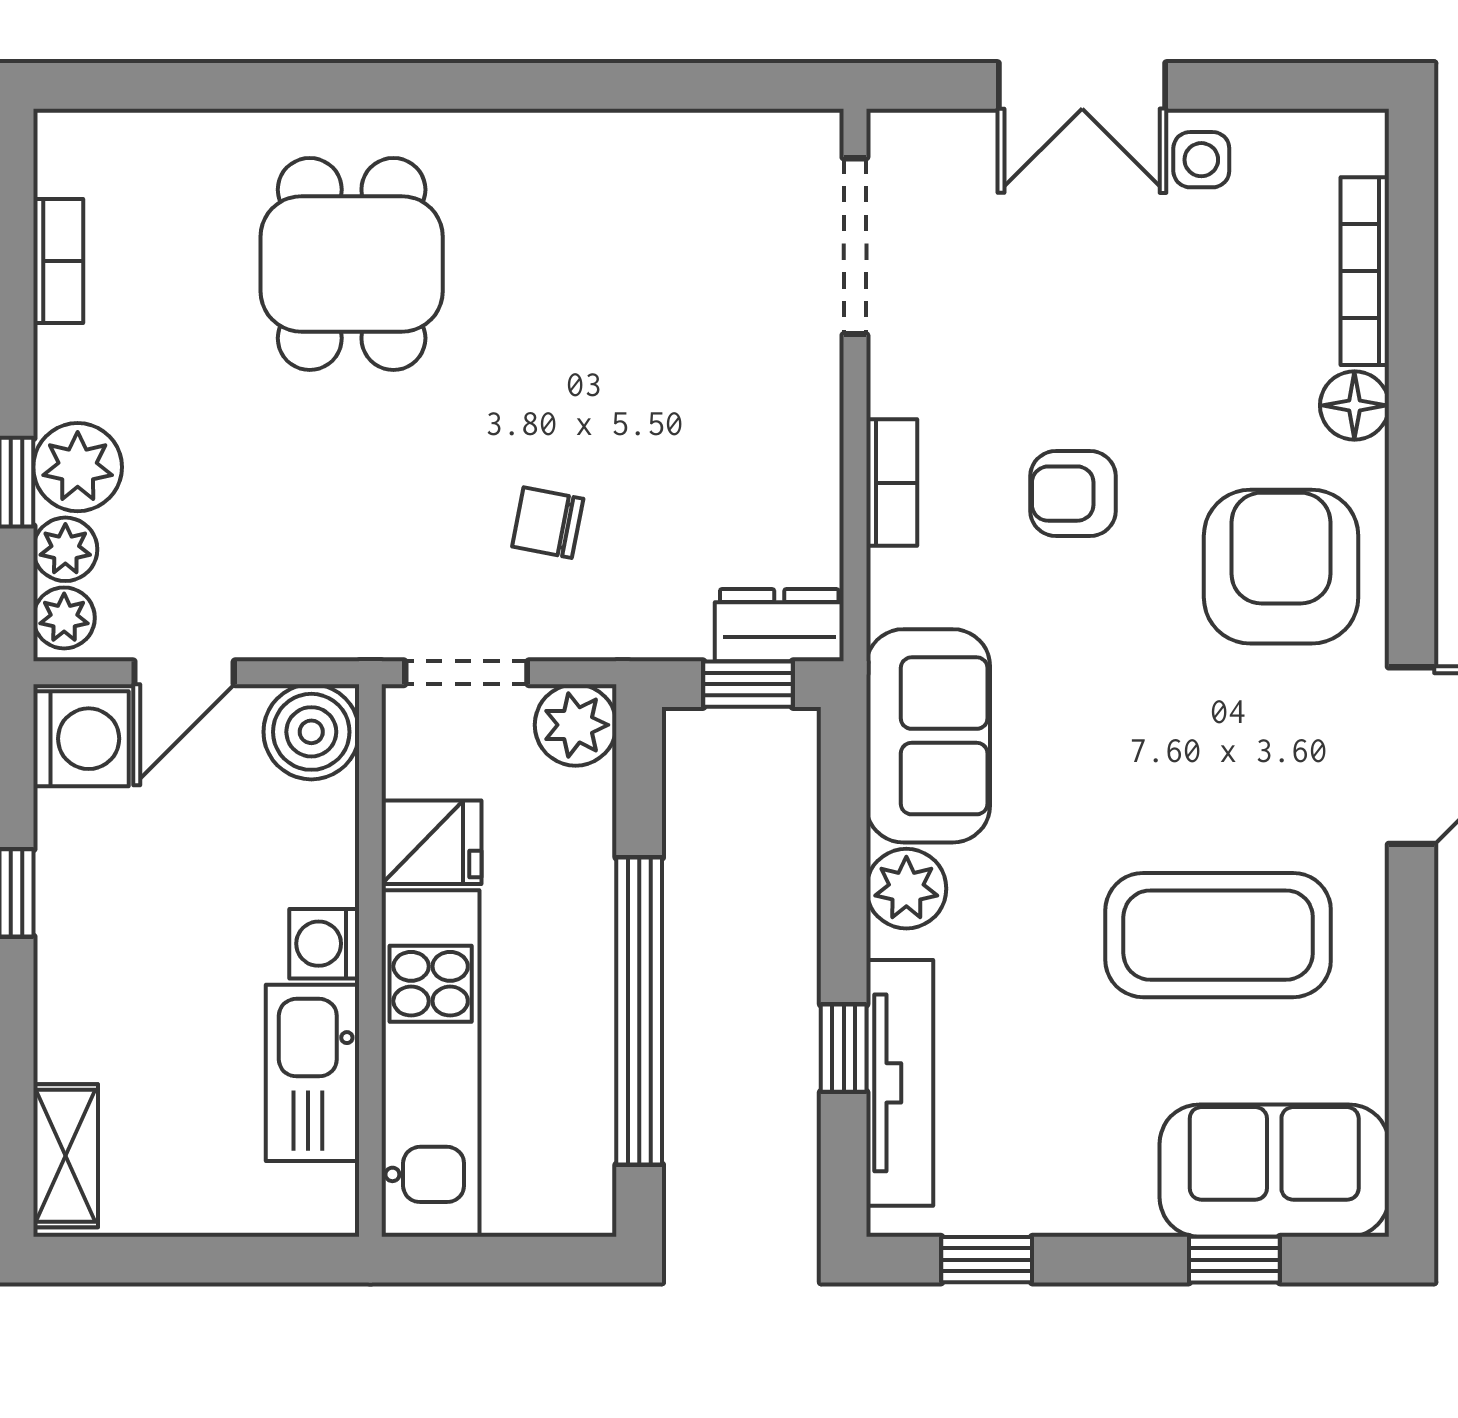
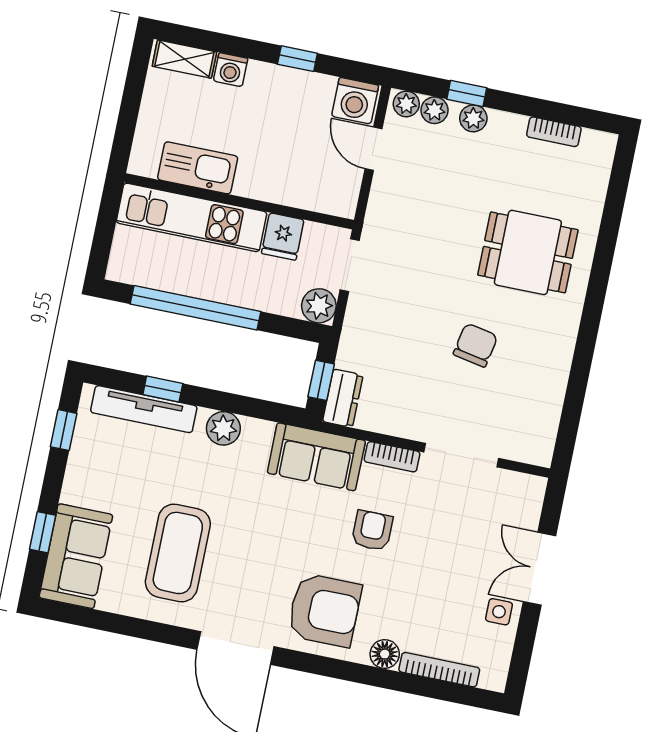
doorway: (855, 246) -> (461, 455), moved
plant: (78, 467) -> (473, 118), width x0.73, depth x0.73
chair: (548, 523) -> (476, 345), moved, width x1.37, depth x1.37
boiler: (311, 732) -> (338, 196), removed
sofa: (928, 736) -> (316, 457), moved
washing machine: (324, 944) -> (231, 70), moved, turned 180

